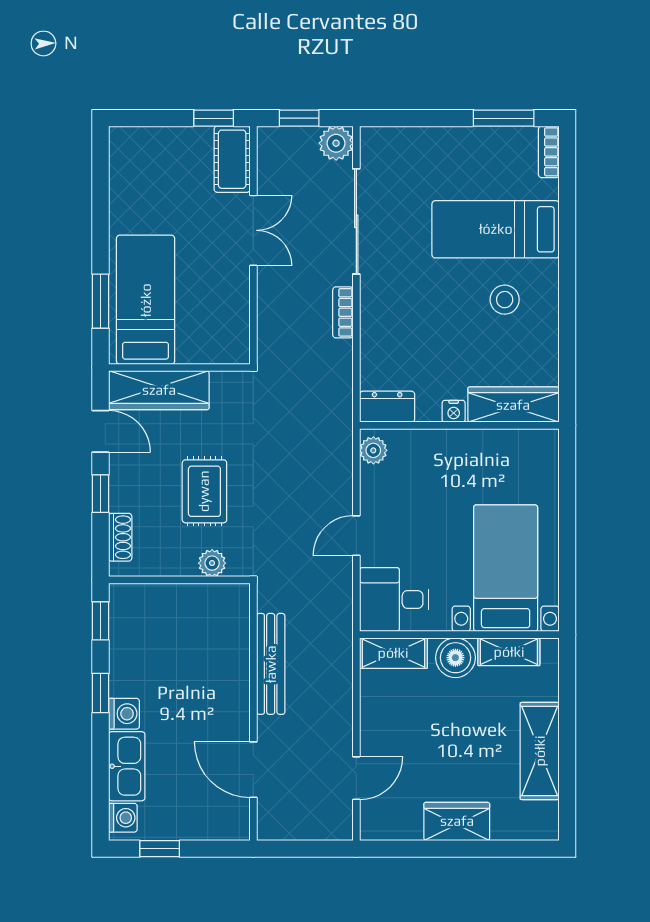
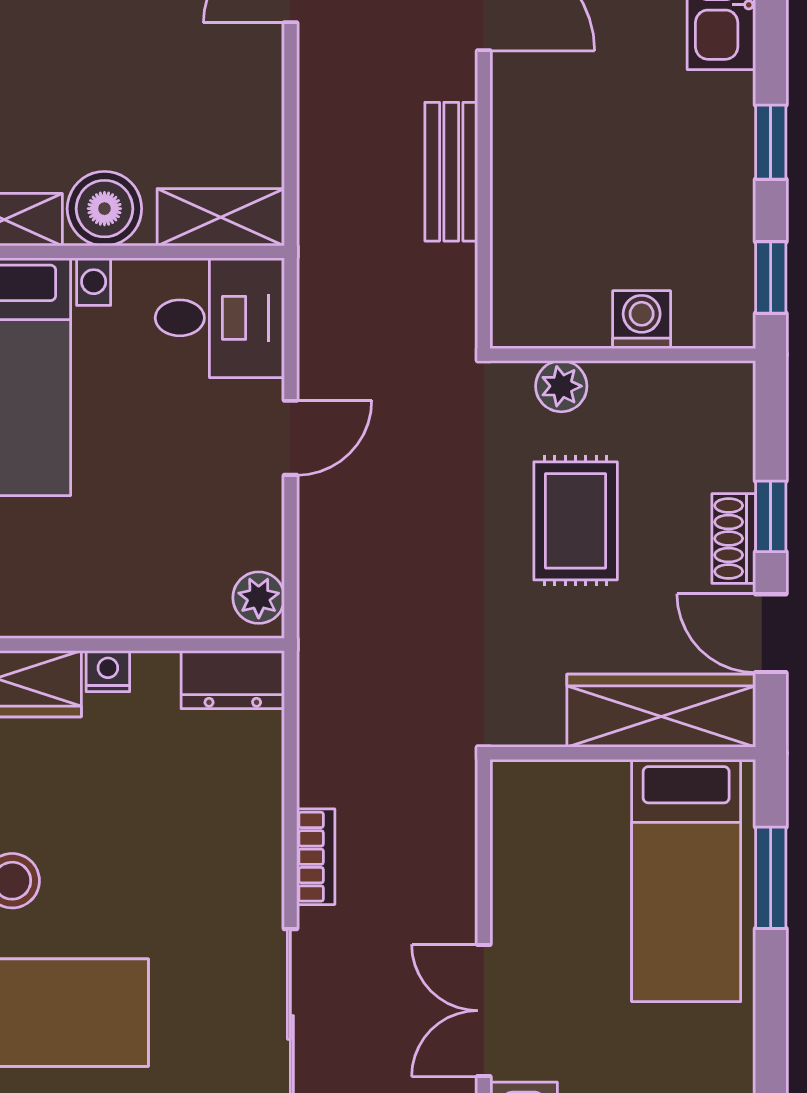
shoe rack: (120, 537) -> (734, 538), moved
bench: (271, 664) -> (451, 172), width x0.73
washing machine: (124, 714) -> (642, 320), moved, turned 90

